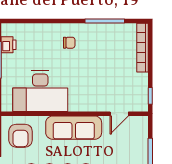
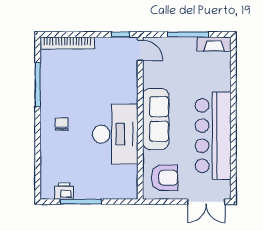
desk: (40, 91) -> (115, 134), moved
door: (119, 114) -> (140, 50), moved

